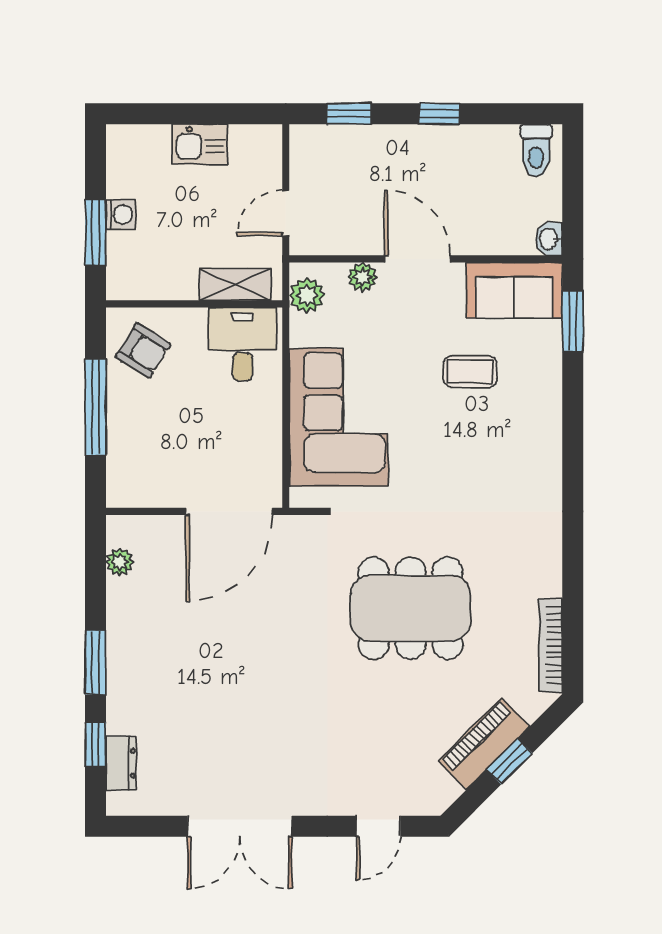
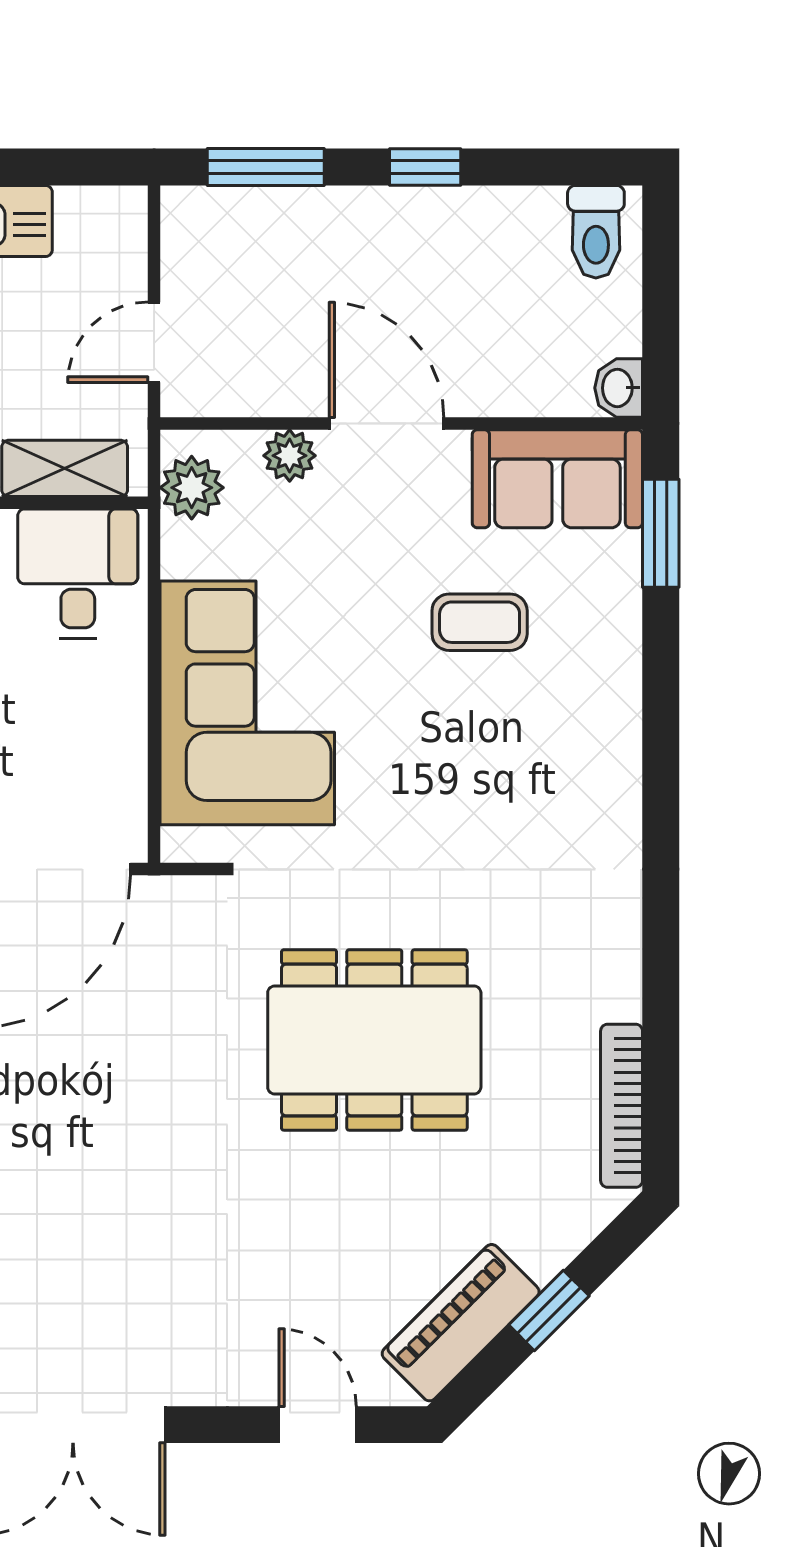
window: (349, 114) -> (266, 167), width x1.50
piano: (484, 744) -> (461, 1323), moved
door: (378, 826) -> (318, 1425), swing flipped

